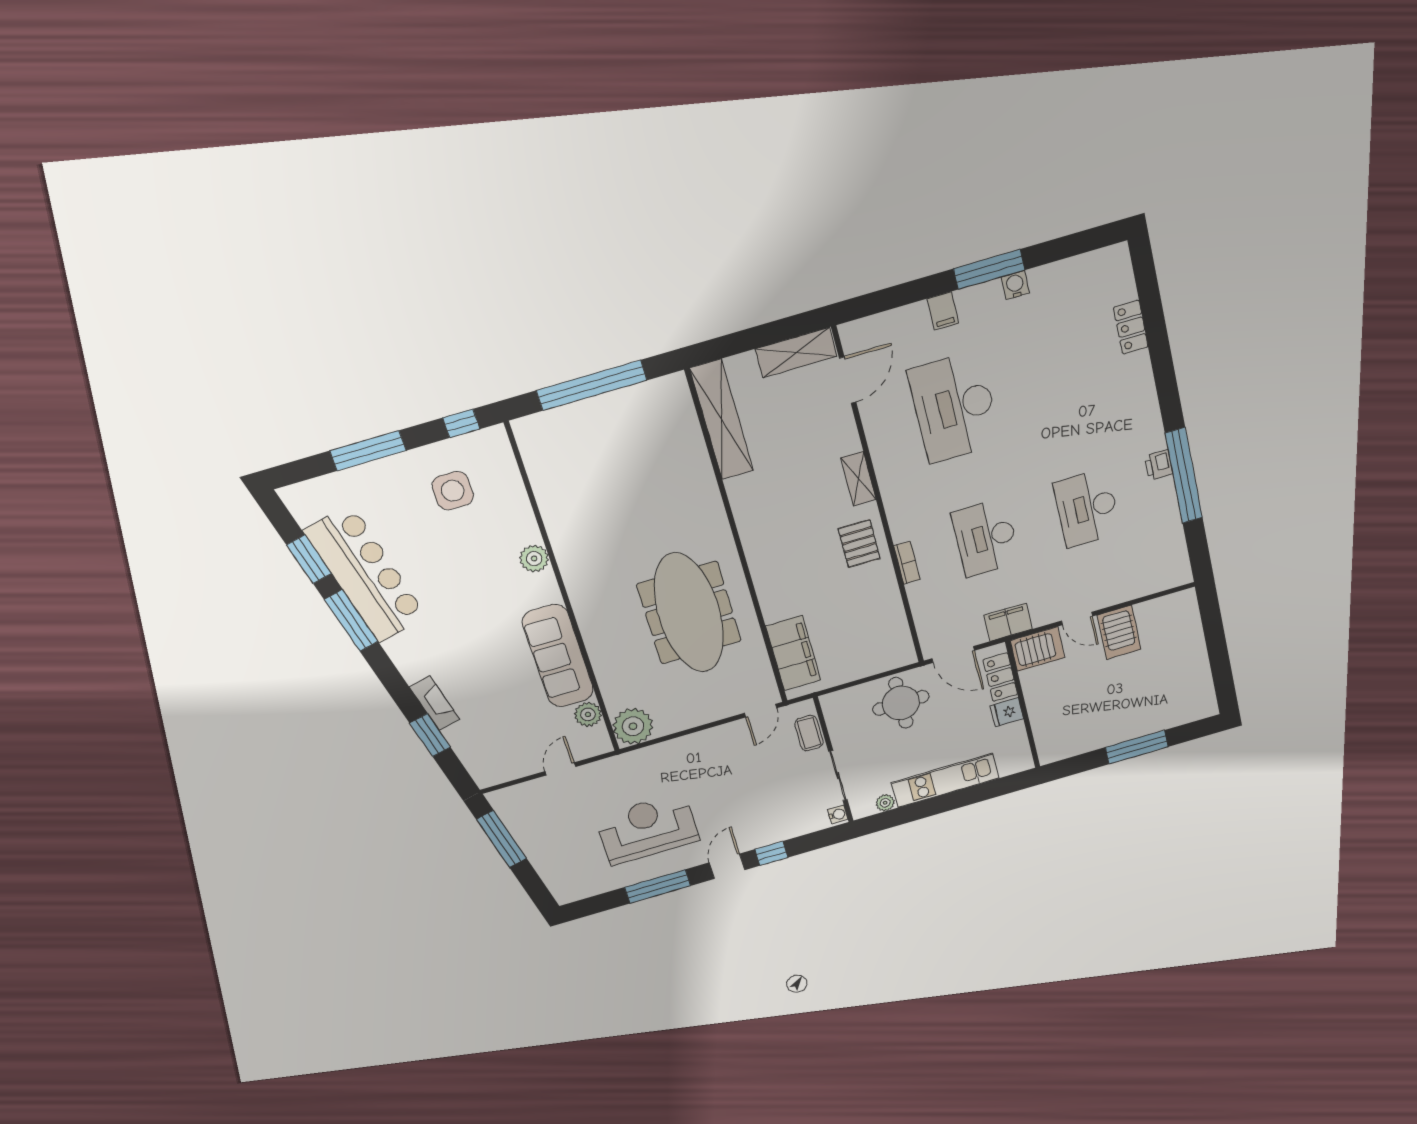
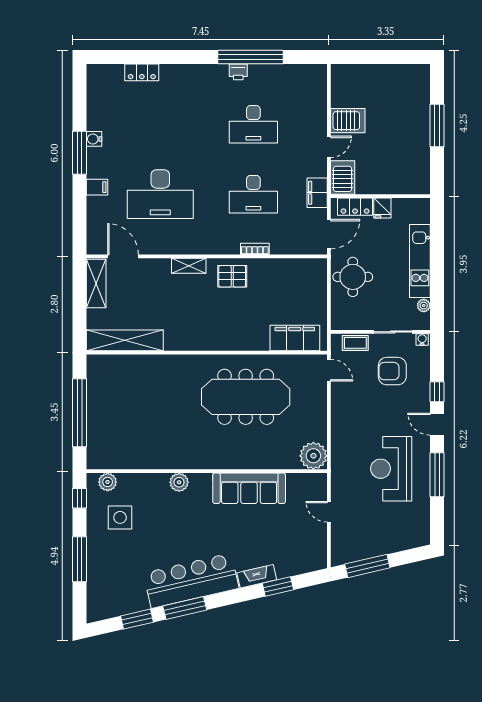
bar counter: (365, 574) -> (191, 581), moved
plant: (588, 714) -> (108, 482), moved
armchair: (783, 791) -> (392, 371), added

